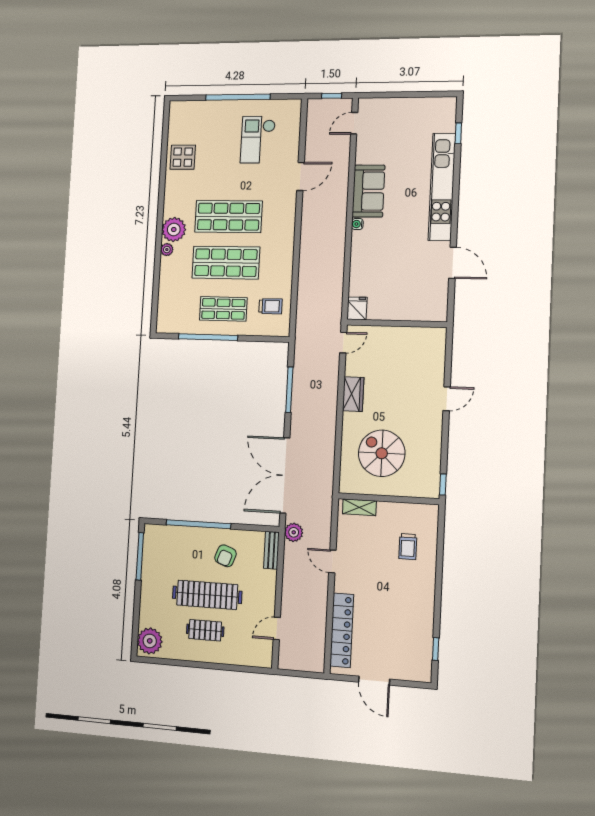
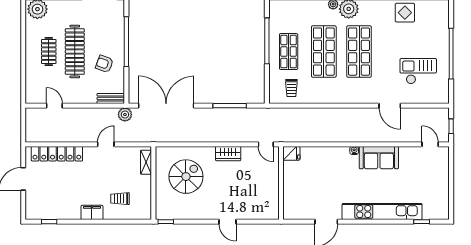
filing cabinet: (425, 587) -> (92, 212), added

